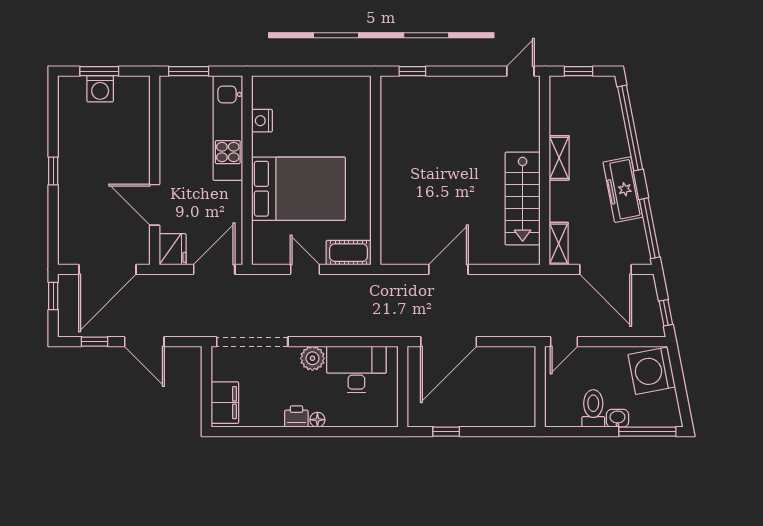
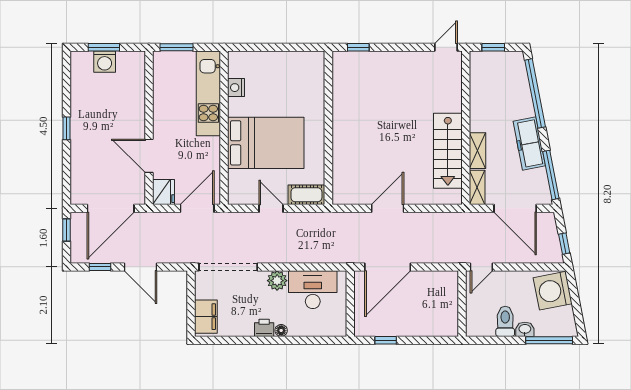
shelving: (559, 158) -> (477, 151), moved

